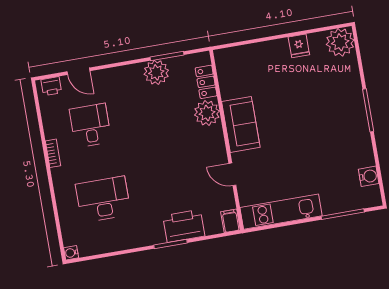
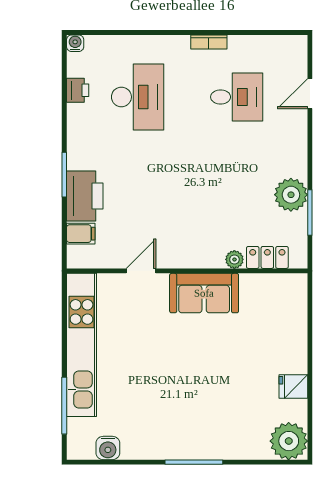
printer: (51, 86) -> (78, 90), moved, turned 180
plant: (207, 113) -> (234, 259), width x0.53, depth x0.53
kitchen unit: (281, 212) -> (81, 345), width x1.36
filing cabinet: (230, 221) -> (81, 234), moved

